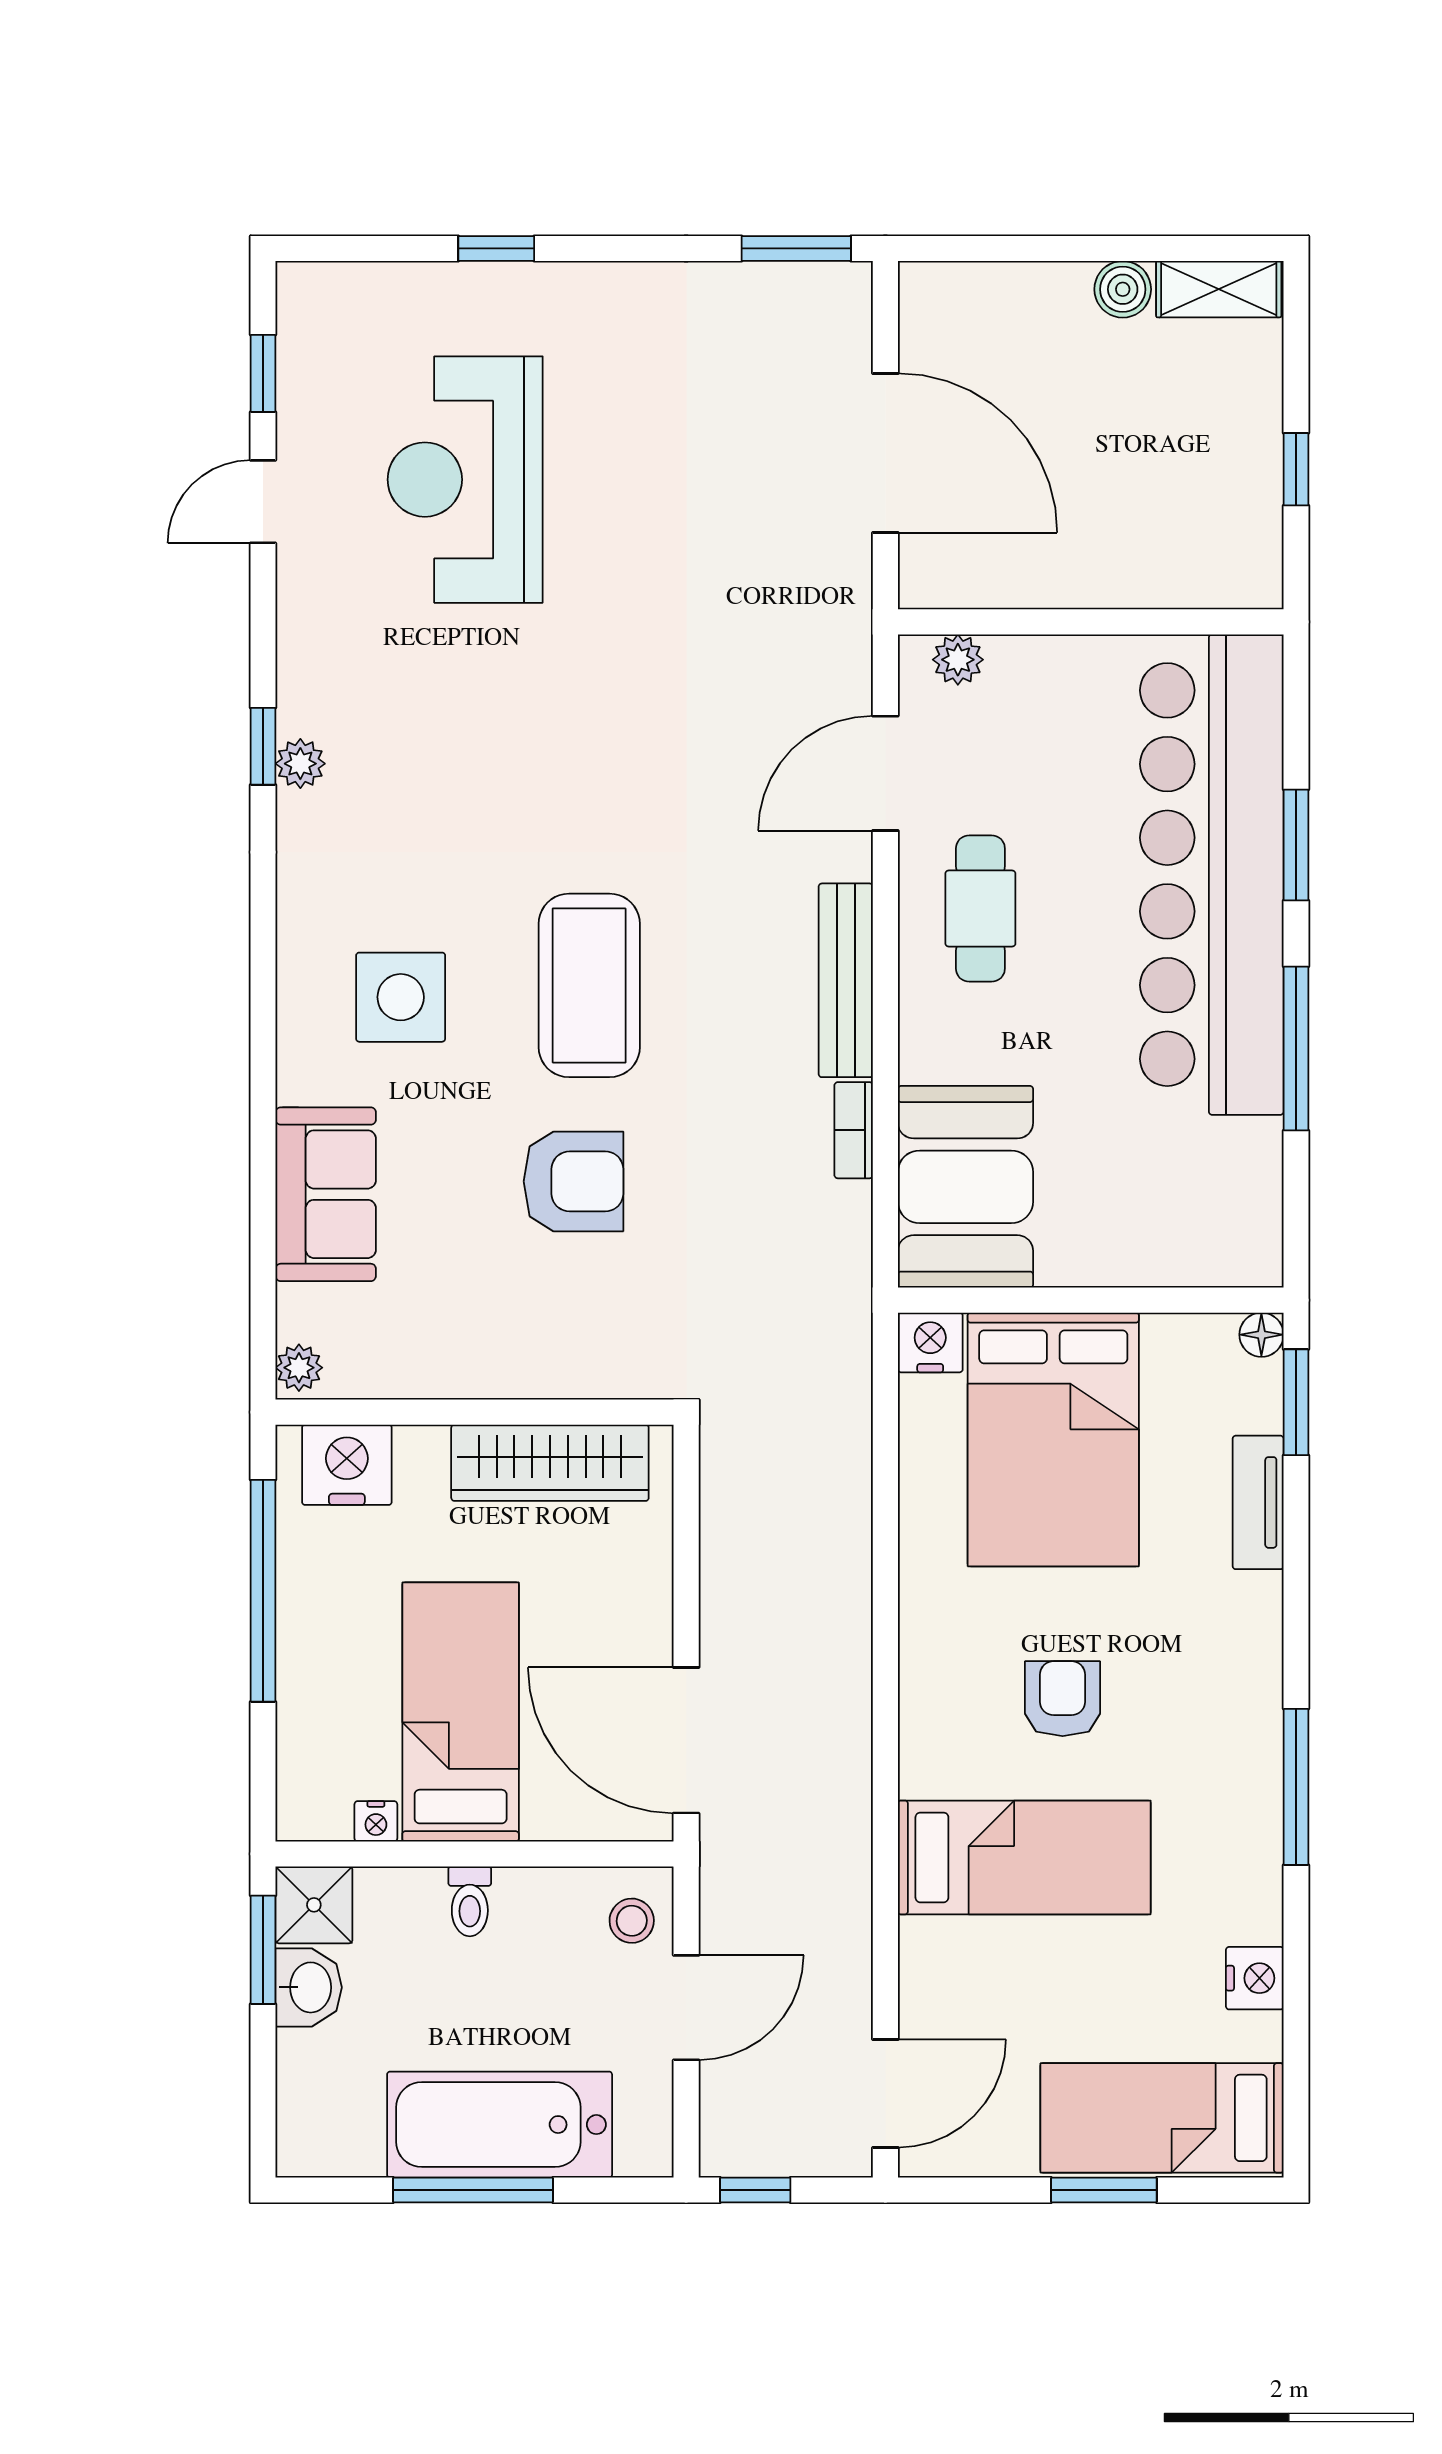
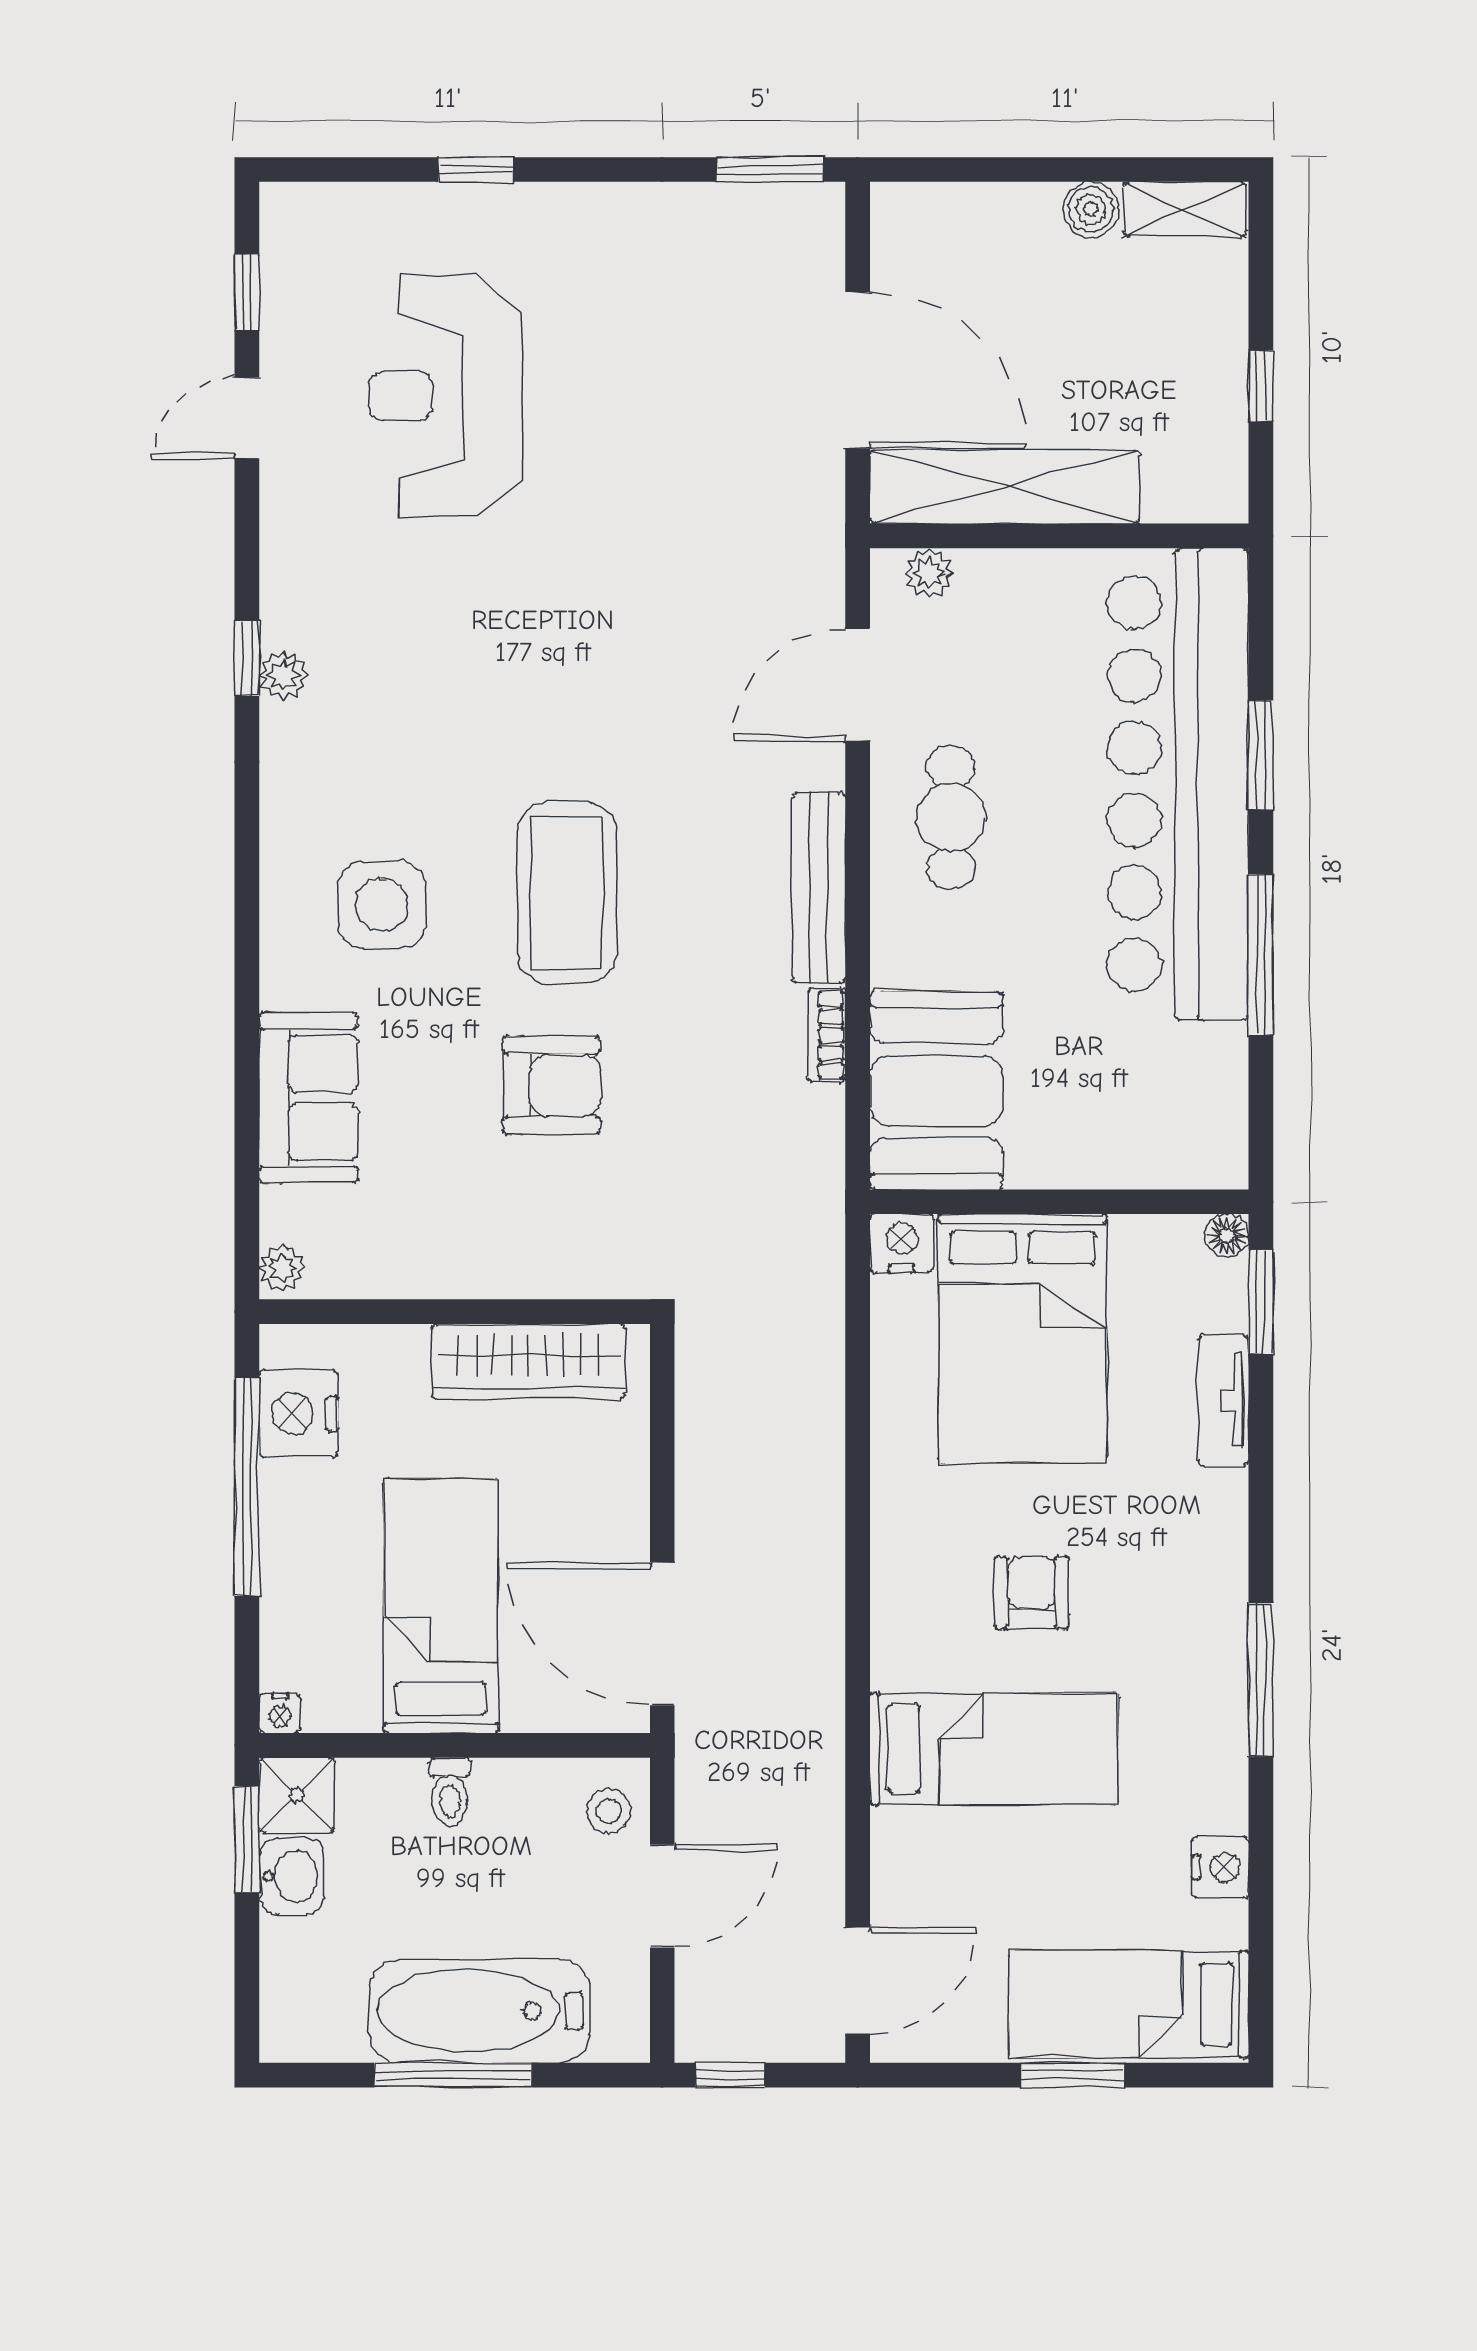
shelving: (1035, 572) -> (1005, 487), added
nightstand: (347, 1465) -> (299, 1414), moved, turned -90
nightstand: (376, 1821) -> (280, 1713), moved

